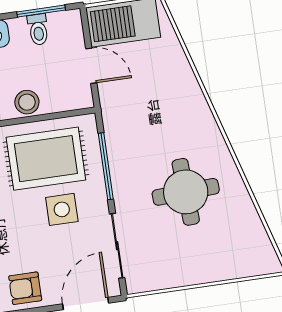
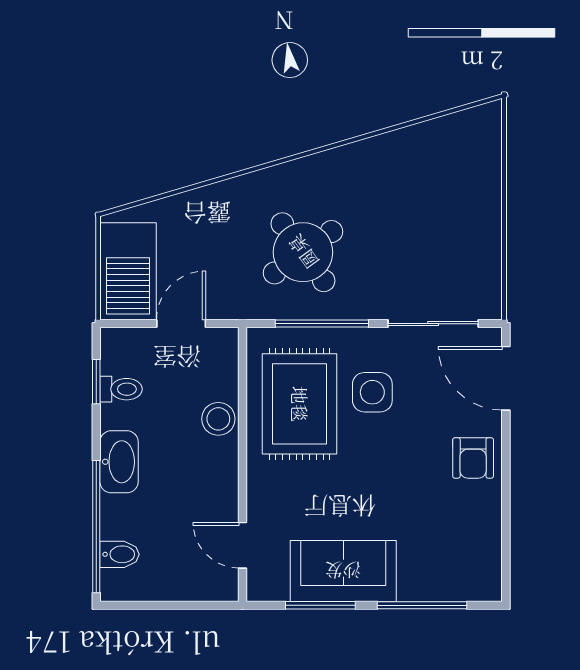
window: (41, 11) -> (96, 382), width x0.67
round table: (186, 192) -> (303, 252), moved, turned -33

